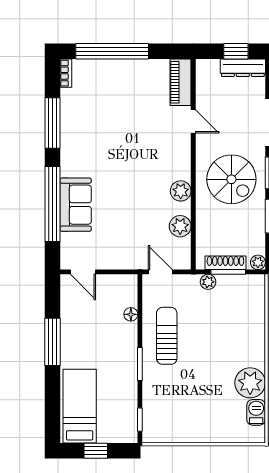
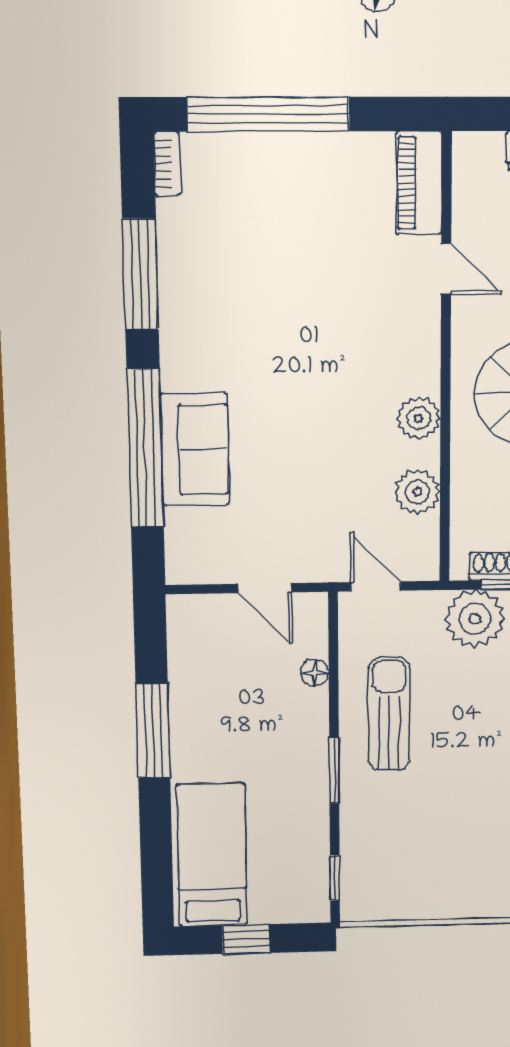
door: (83, 272) -> (265, 588), moved
plant: (208, 282) -> (475, 619), width x1.88, depth x1.88

